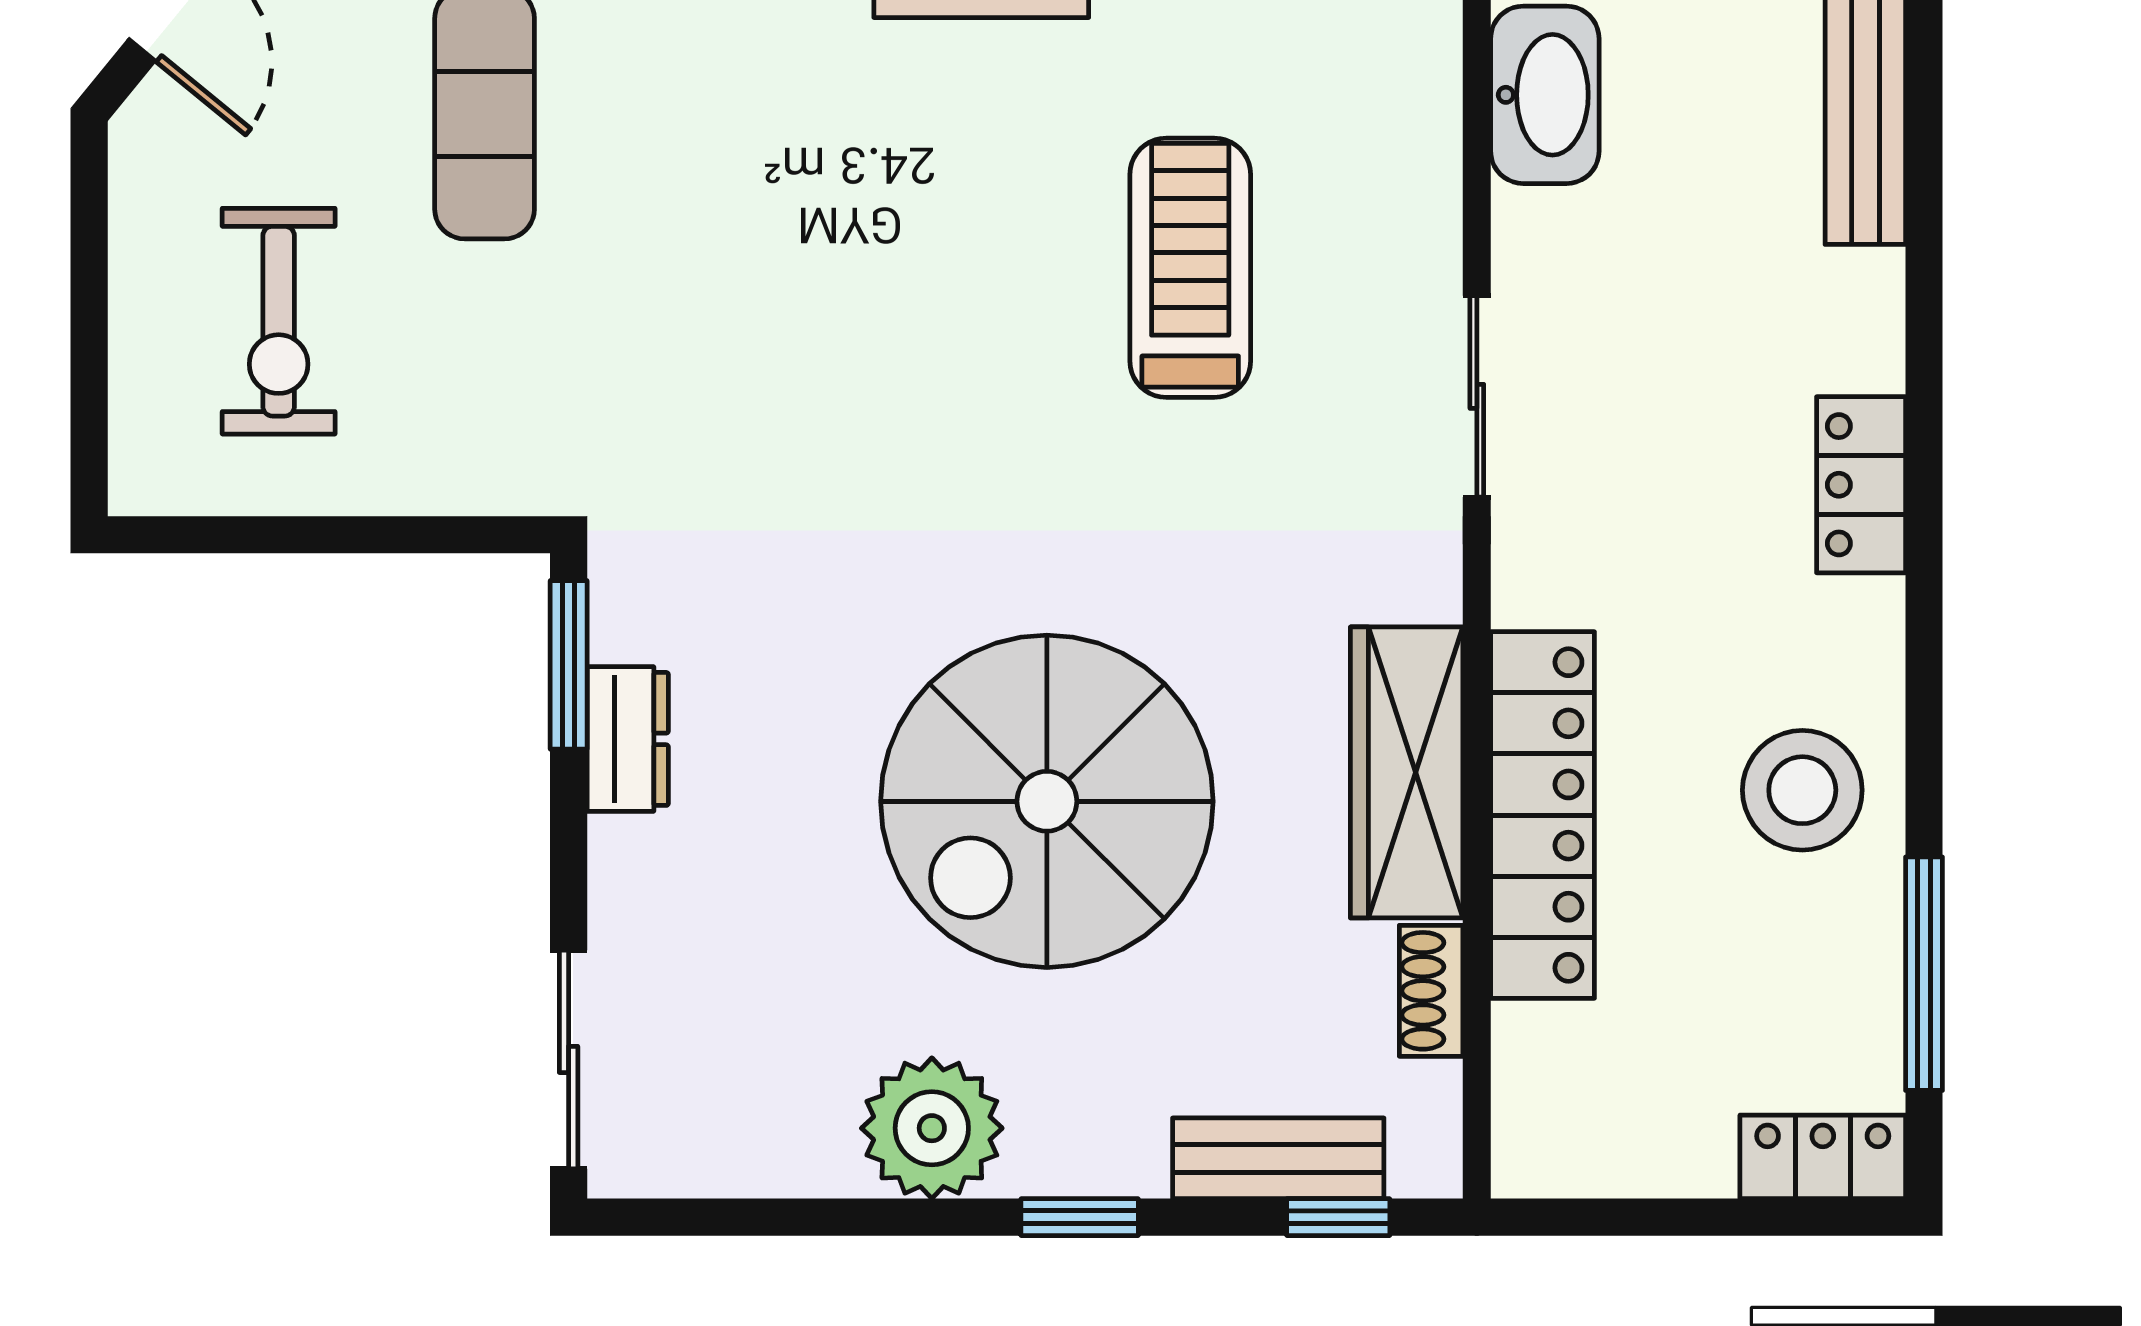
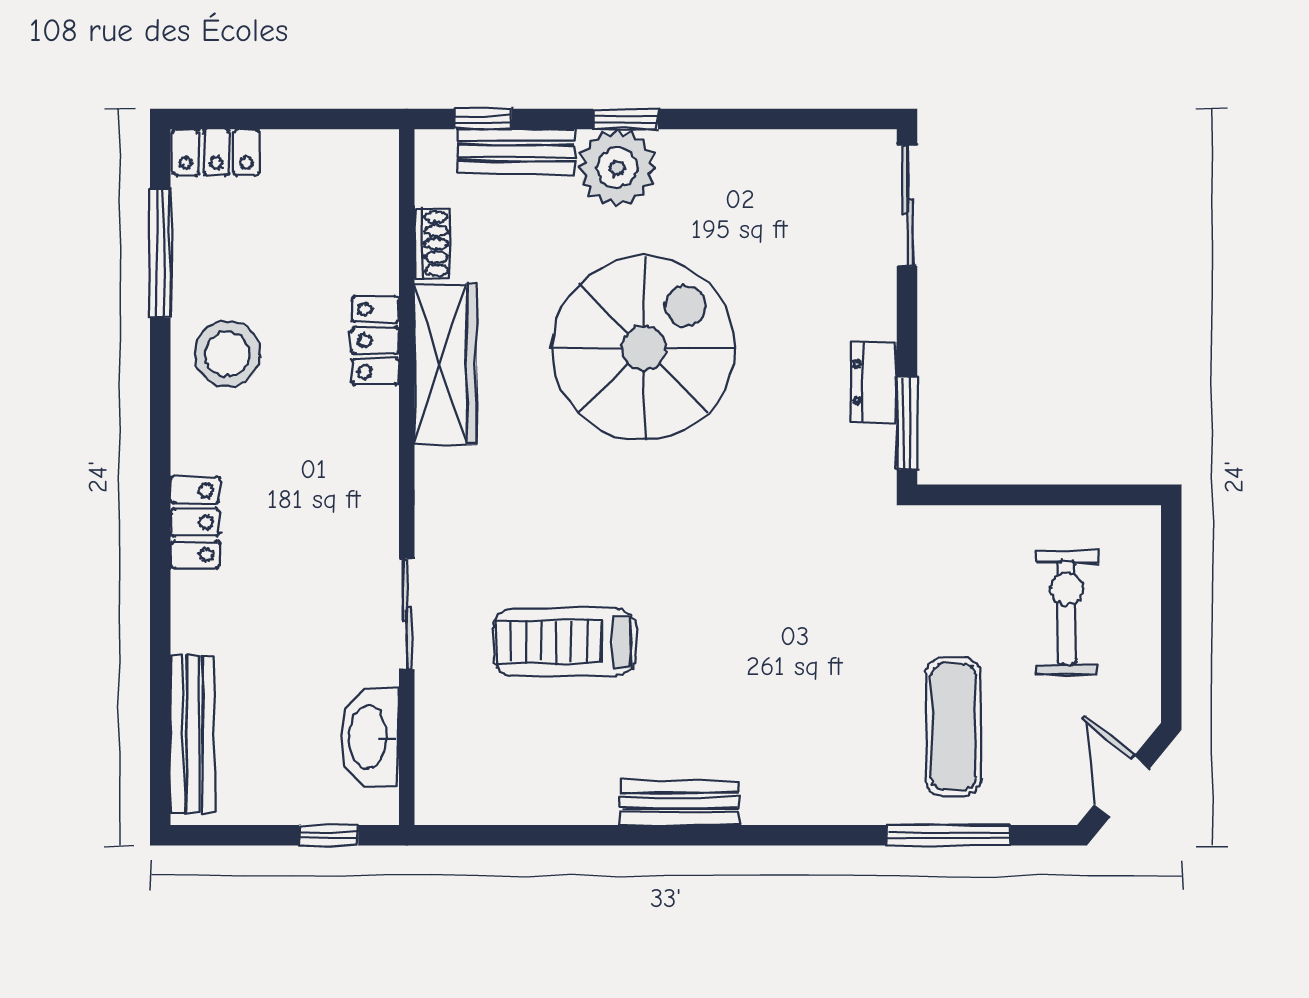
treadmill: (1190, 268) -> (565, 642), turned 90
sliding door: (1477, 396) -> (407, 614), moved
locker: (1543, 815) -> (375, 340), width x0.46, depth x0.83
plant: (932, 1128) -> (617, 168), moved

